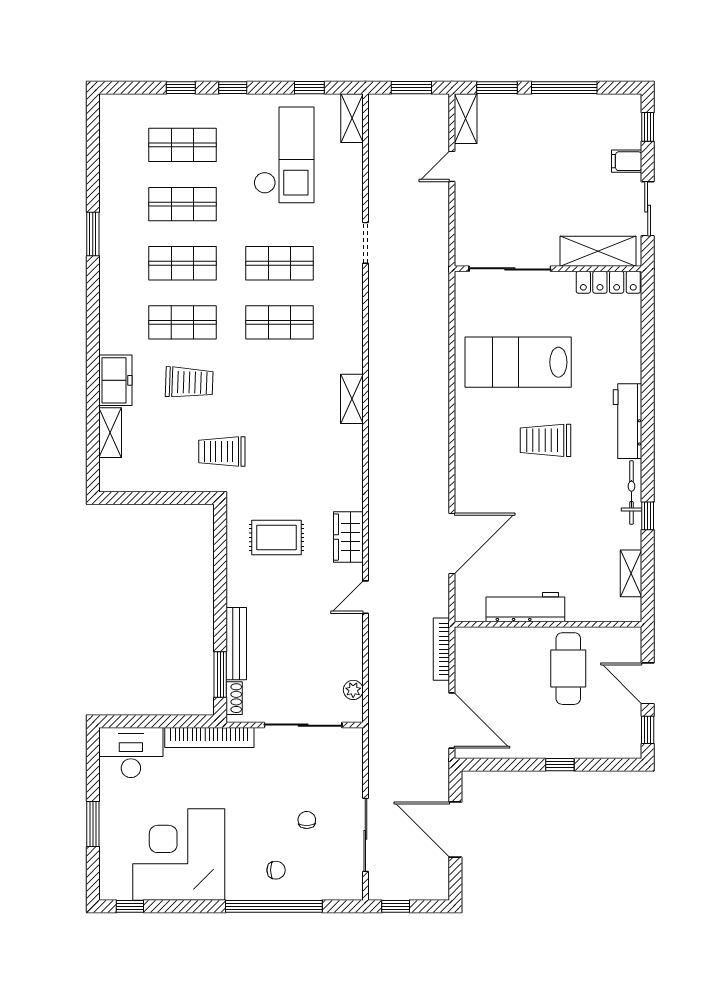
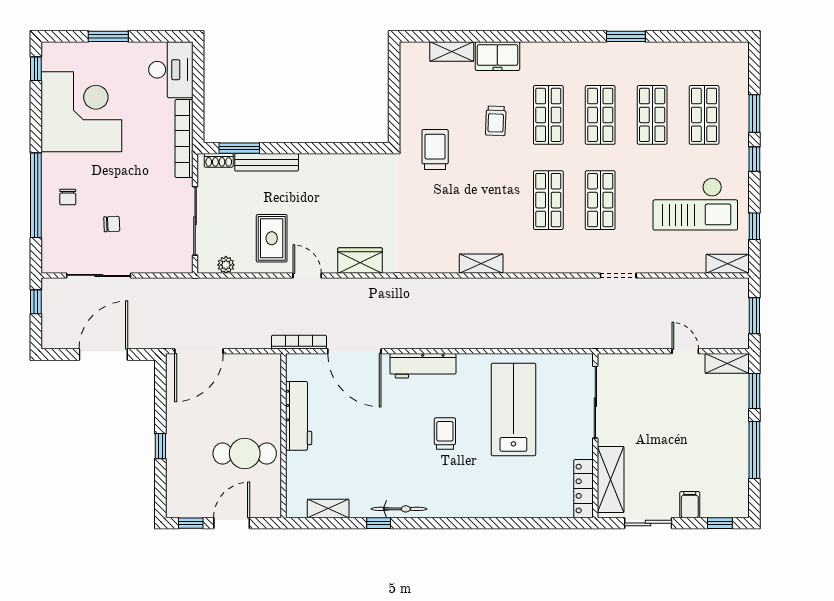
window: (181, 88) -> (754, 113), width x1.50
trolley: (189, 382) -> (496, 121), width x0.73, depth x0.72
workbench: (627, 421) -> (423, 366), moved, turned 180
trolley: (545, 440) -> (445, 433), width x0.73, depth x0.72
rug: (276, 538) -> (272, 238), moved
bookcase: (441, 649) -> (299, 342), moved

